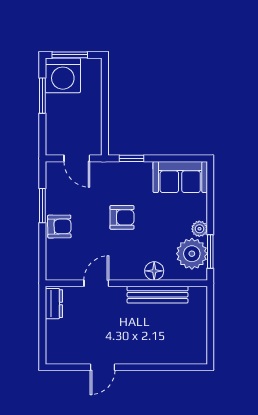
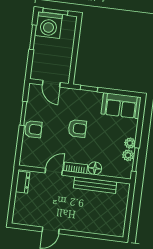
plant: (192, 254) -> (128, 155), width x0.53, depth x0.53
bookcase: (127, 274) -> (76, 168), added

